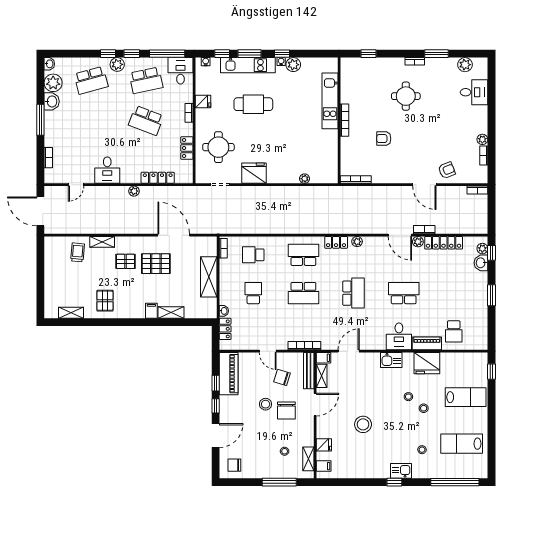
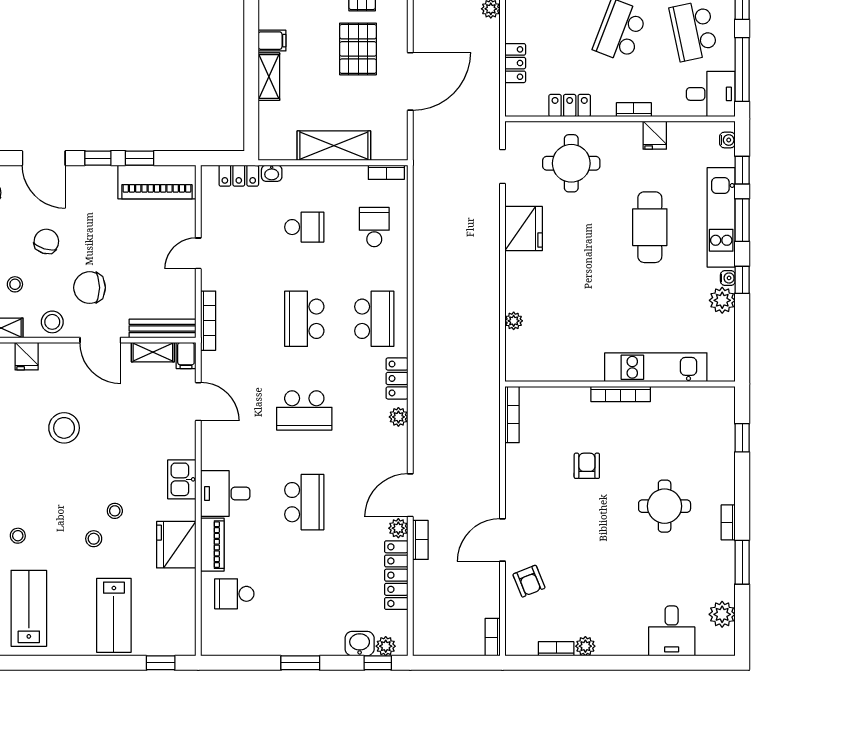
locker: (158, 178) -> (515, 63), width x0.66
chair: (282, 377) -> (46, 241), moved
stool: (266, 404) -> (52, 322), moved

